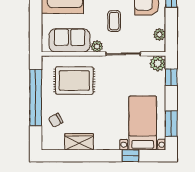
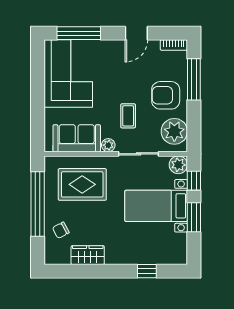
plant: (159, 34) -> (174, 131), width x1.87, depth x1.87
bed with nightstands: (143, 123) -> (156, 206), moved, turned -90
window: (171, 124) -> (194, 217), moved

